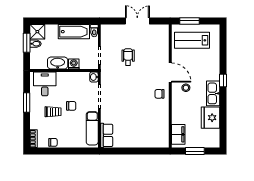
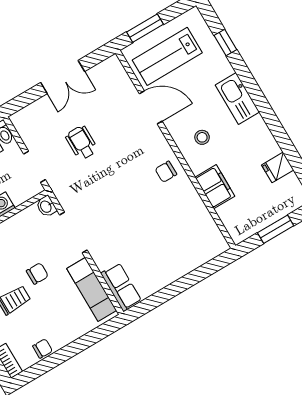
double door: (137, 21) -> (63, 77), swing flipped
door: (170, 72) -> (151, 107), moved
window: (223, 80) -> (225, 42), moved
kitchen sink: (213, 93) -> (237, 99), moved
fridge: (211, 118) -> (278, 167), width x0.53, depth x0.75
filing cabinet: (178, 134) -> (215, 187), moved

